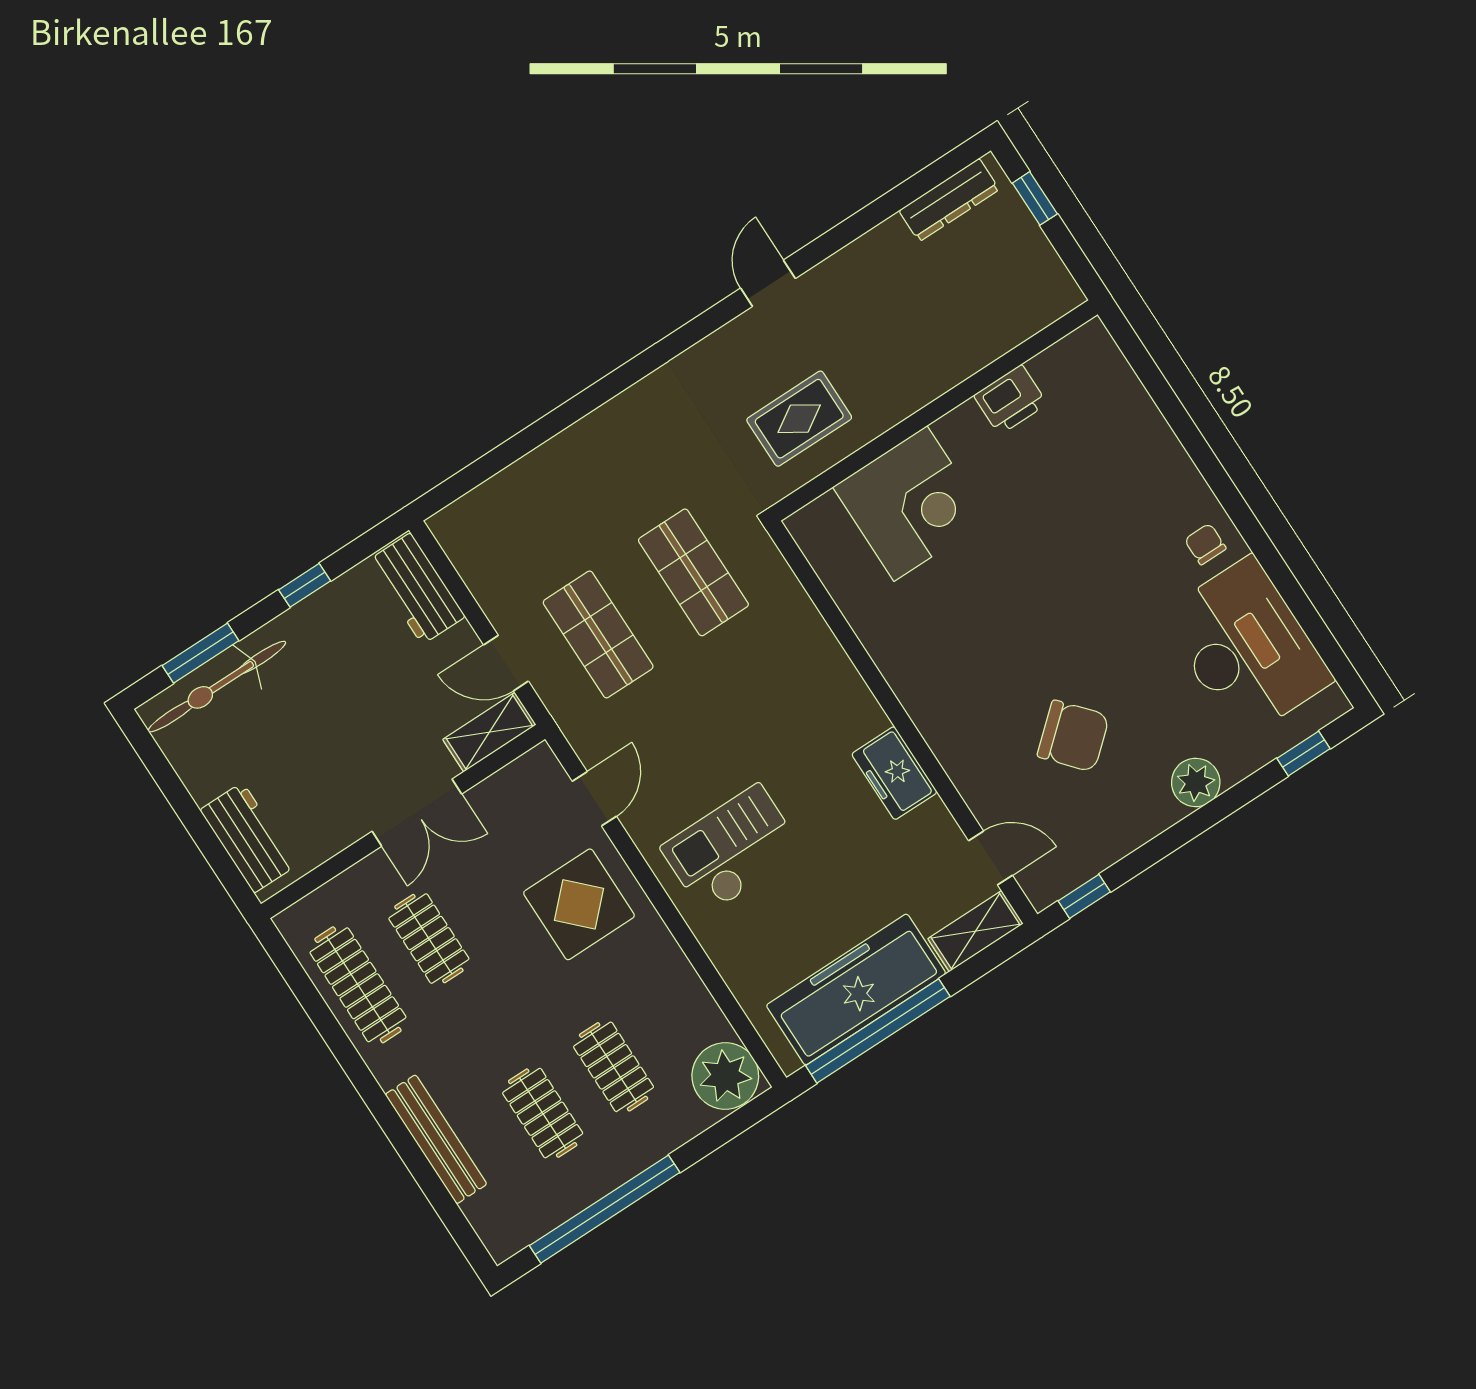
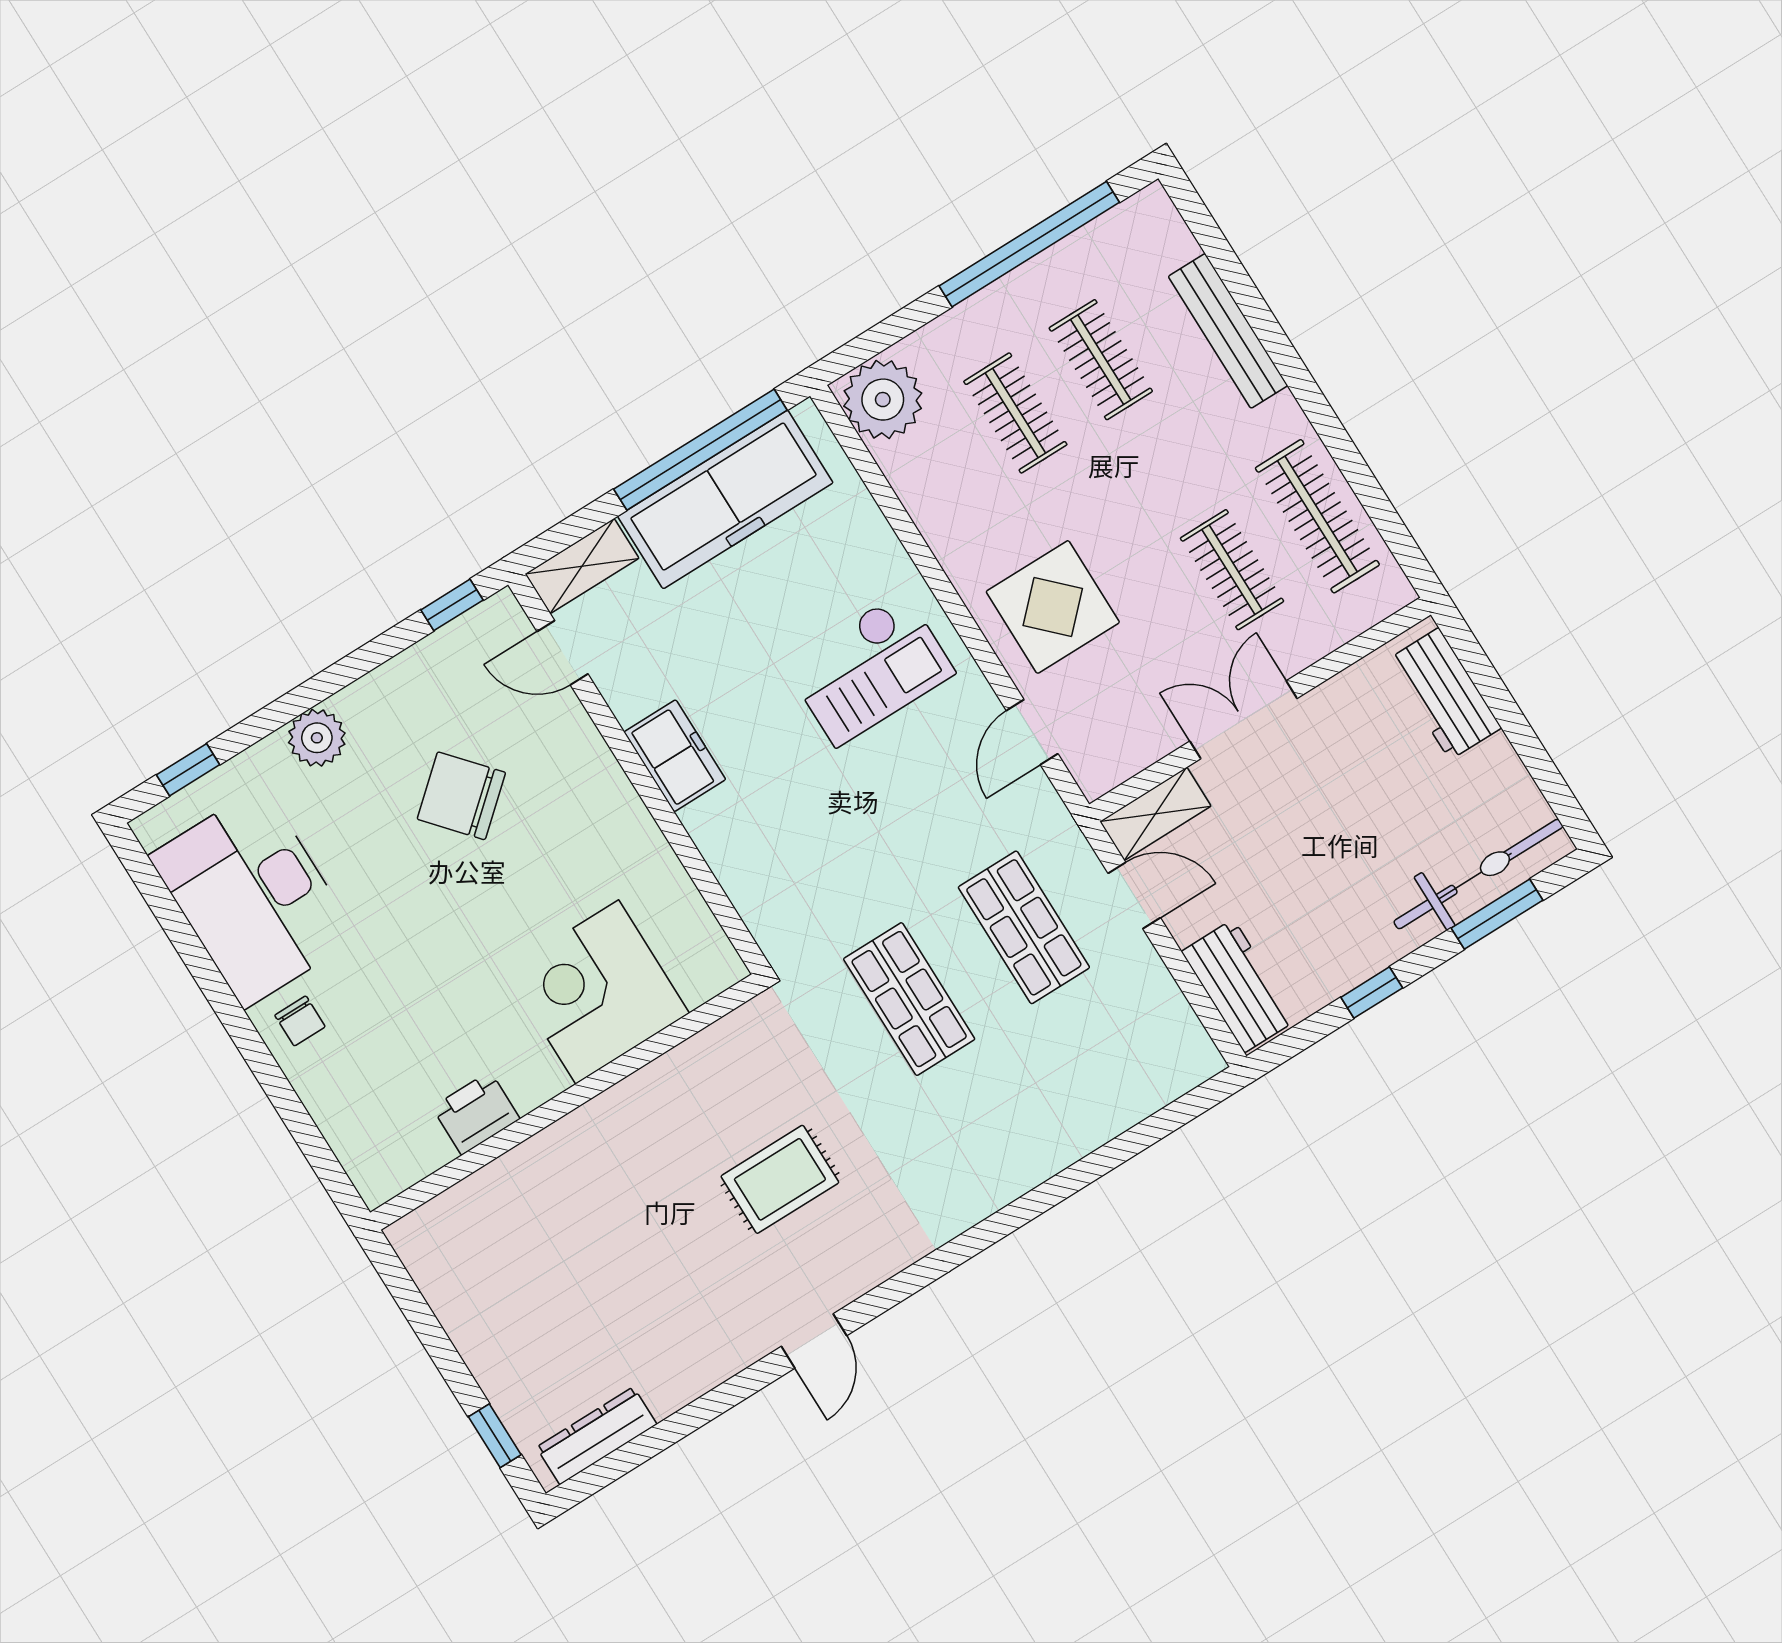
printer: (1010, 400) -> (476, 1113), moved
wall: (935, 410) -> (566, 1102), moved
corner desk: (910, 504) -> (597, 992), moved

